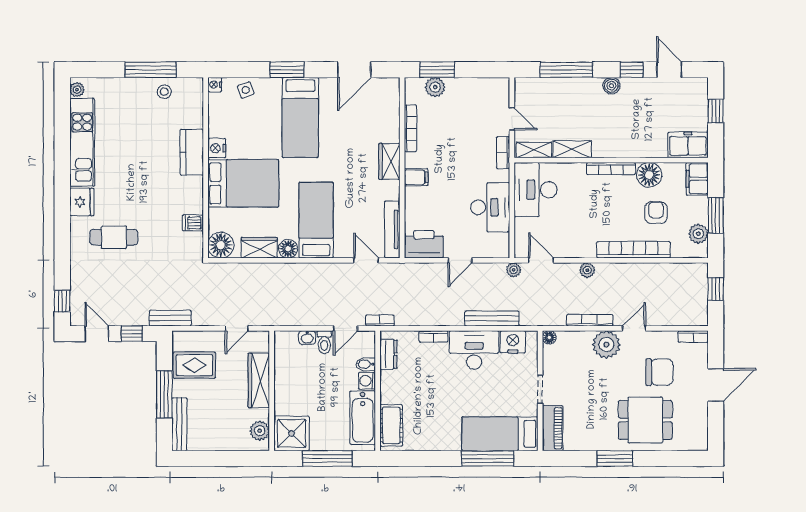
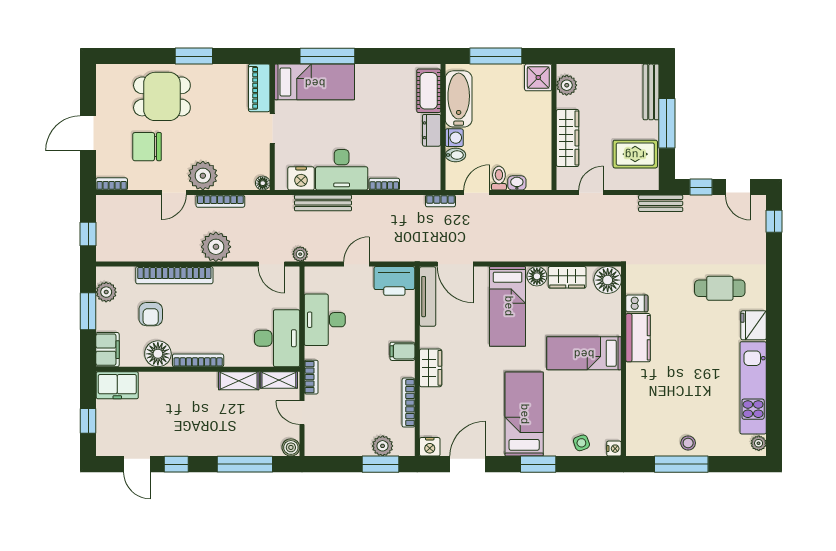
boiler: (611, 86) -> (291, 447), moved
stool: (164, 92) -> (688, 443), moved
nightstand: (217, 148) -> (430, 447), moved, turned 90
kitchen counter: (192, 152) -> (638, 338), moved
bed: (243, 183) -> (584, 353), width x0.67
door: (366, 260) -> (455, 264), width x1.38
plant: (587, 270) -> (216, 247), width x1.88, depth x1.88
dresser: (388, 354) -> (432, 130), moved
shower: (292, 433) -> (538, 77), width x0.73, depth x0.73

